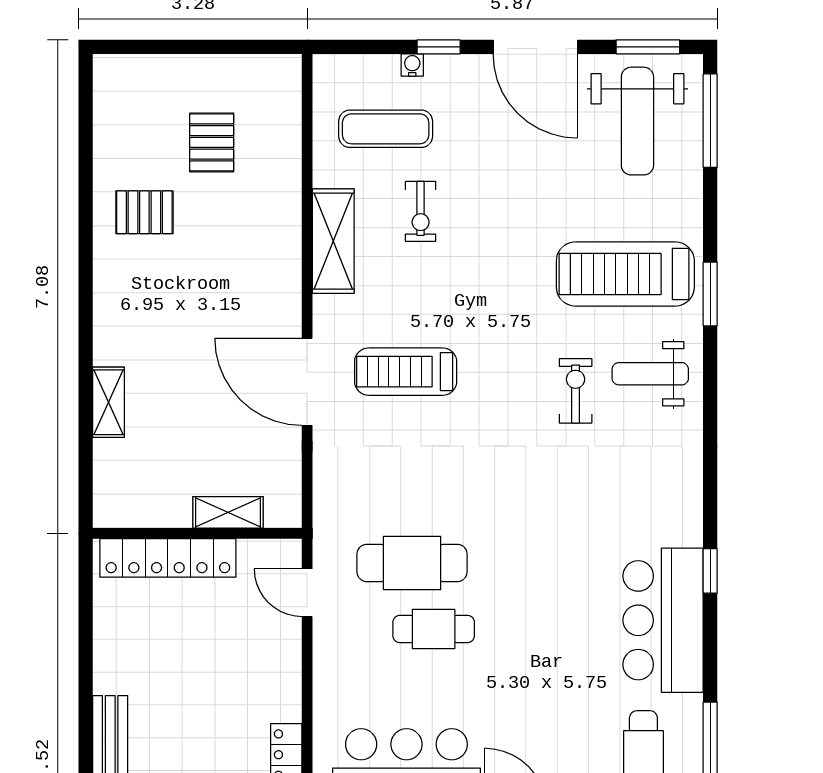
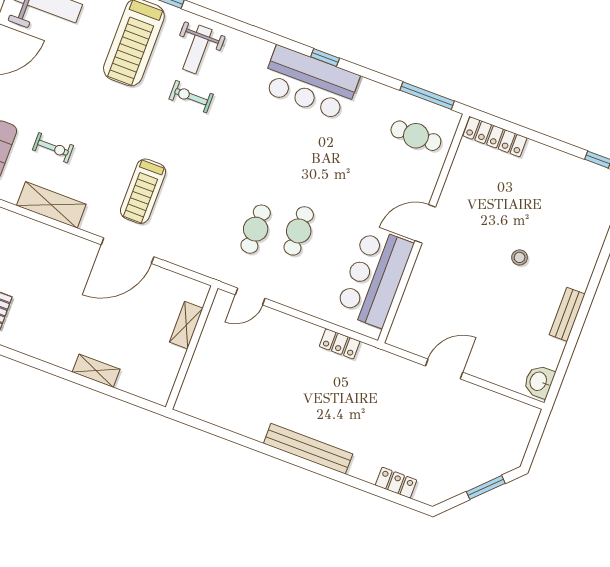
locker: (168, 558) -> (200, 370), removed
cafe table: (412, 563) -> (256, 229), width x0.73, depth x0.74
bar counter: (663, 620) -> (310, 83), moved

